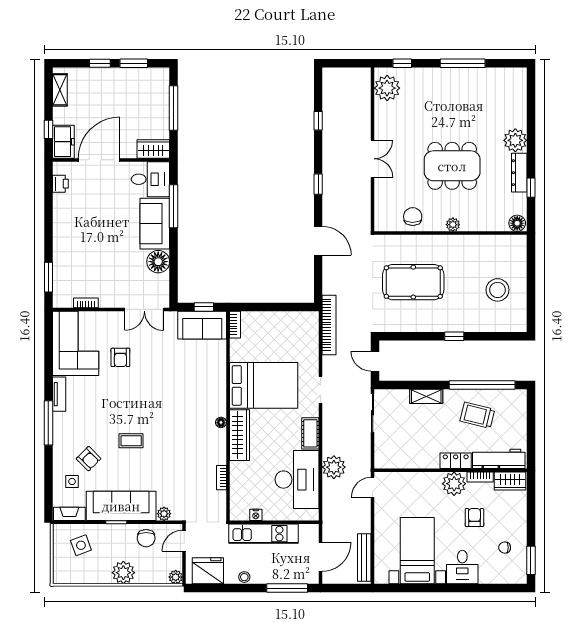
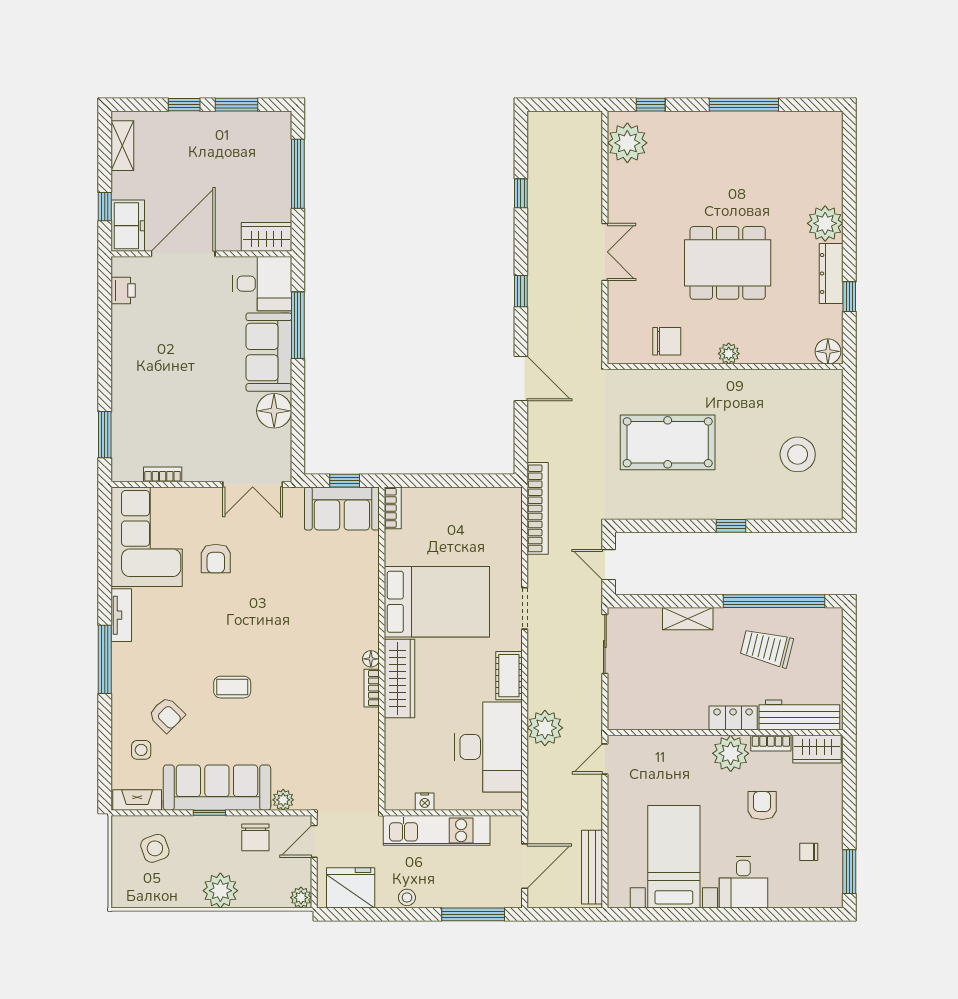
chair: (413, 217) -> (667, 341), turned 90
bookcase: (221, 478) -> (372, 688), moved

